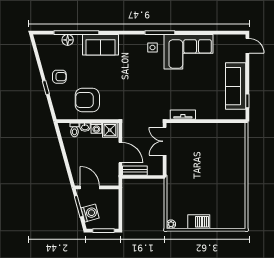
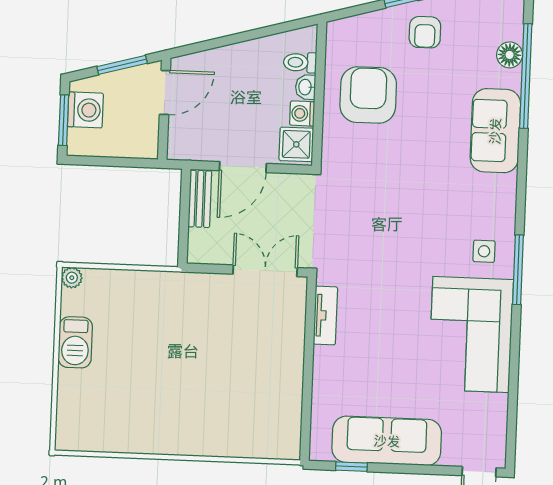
washing machine: (90, 213) -> (85, 110), moved, turned -75

